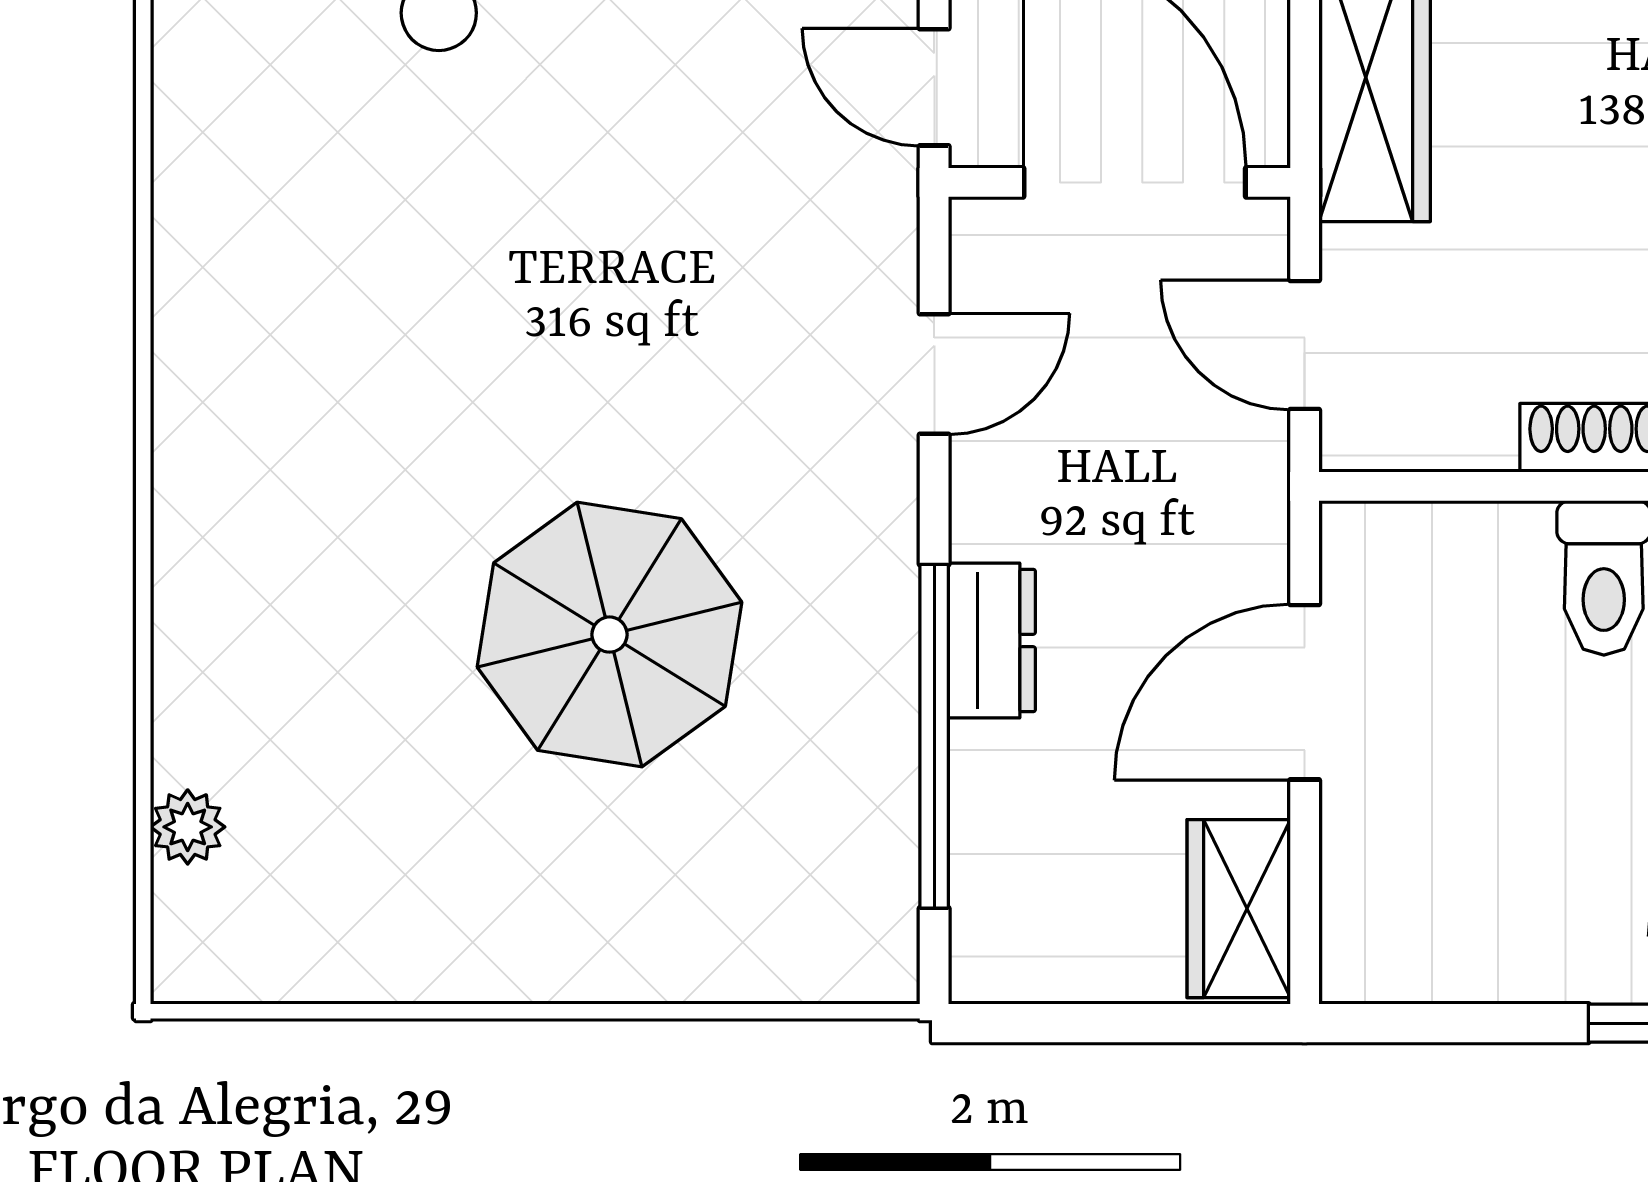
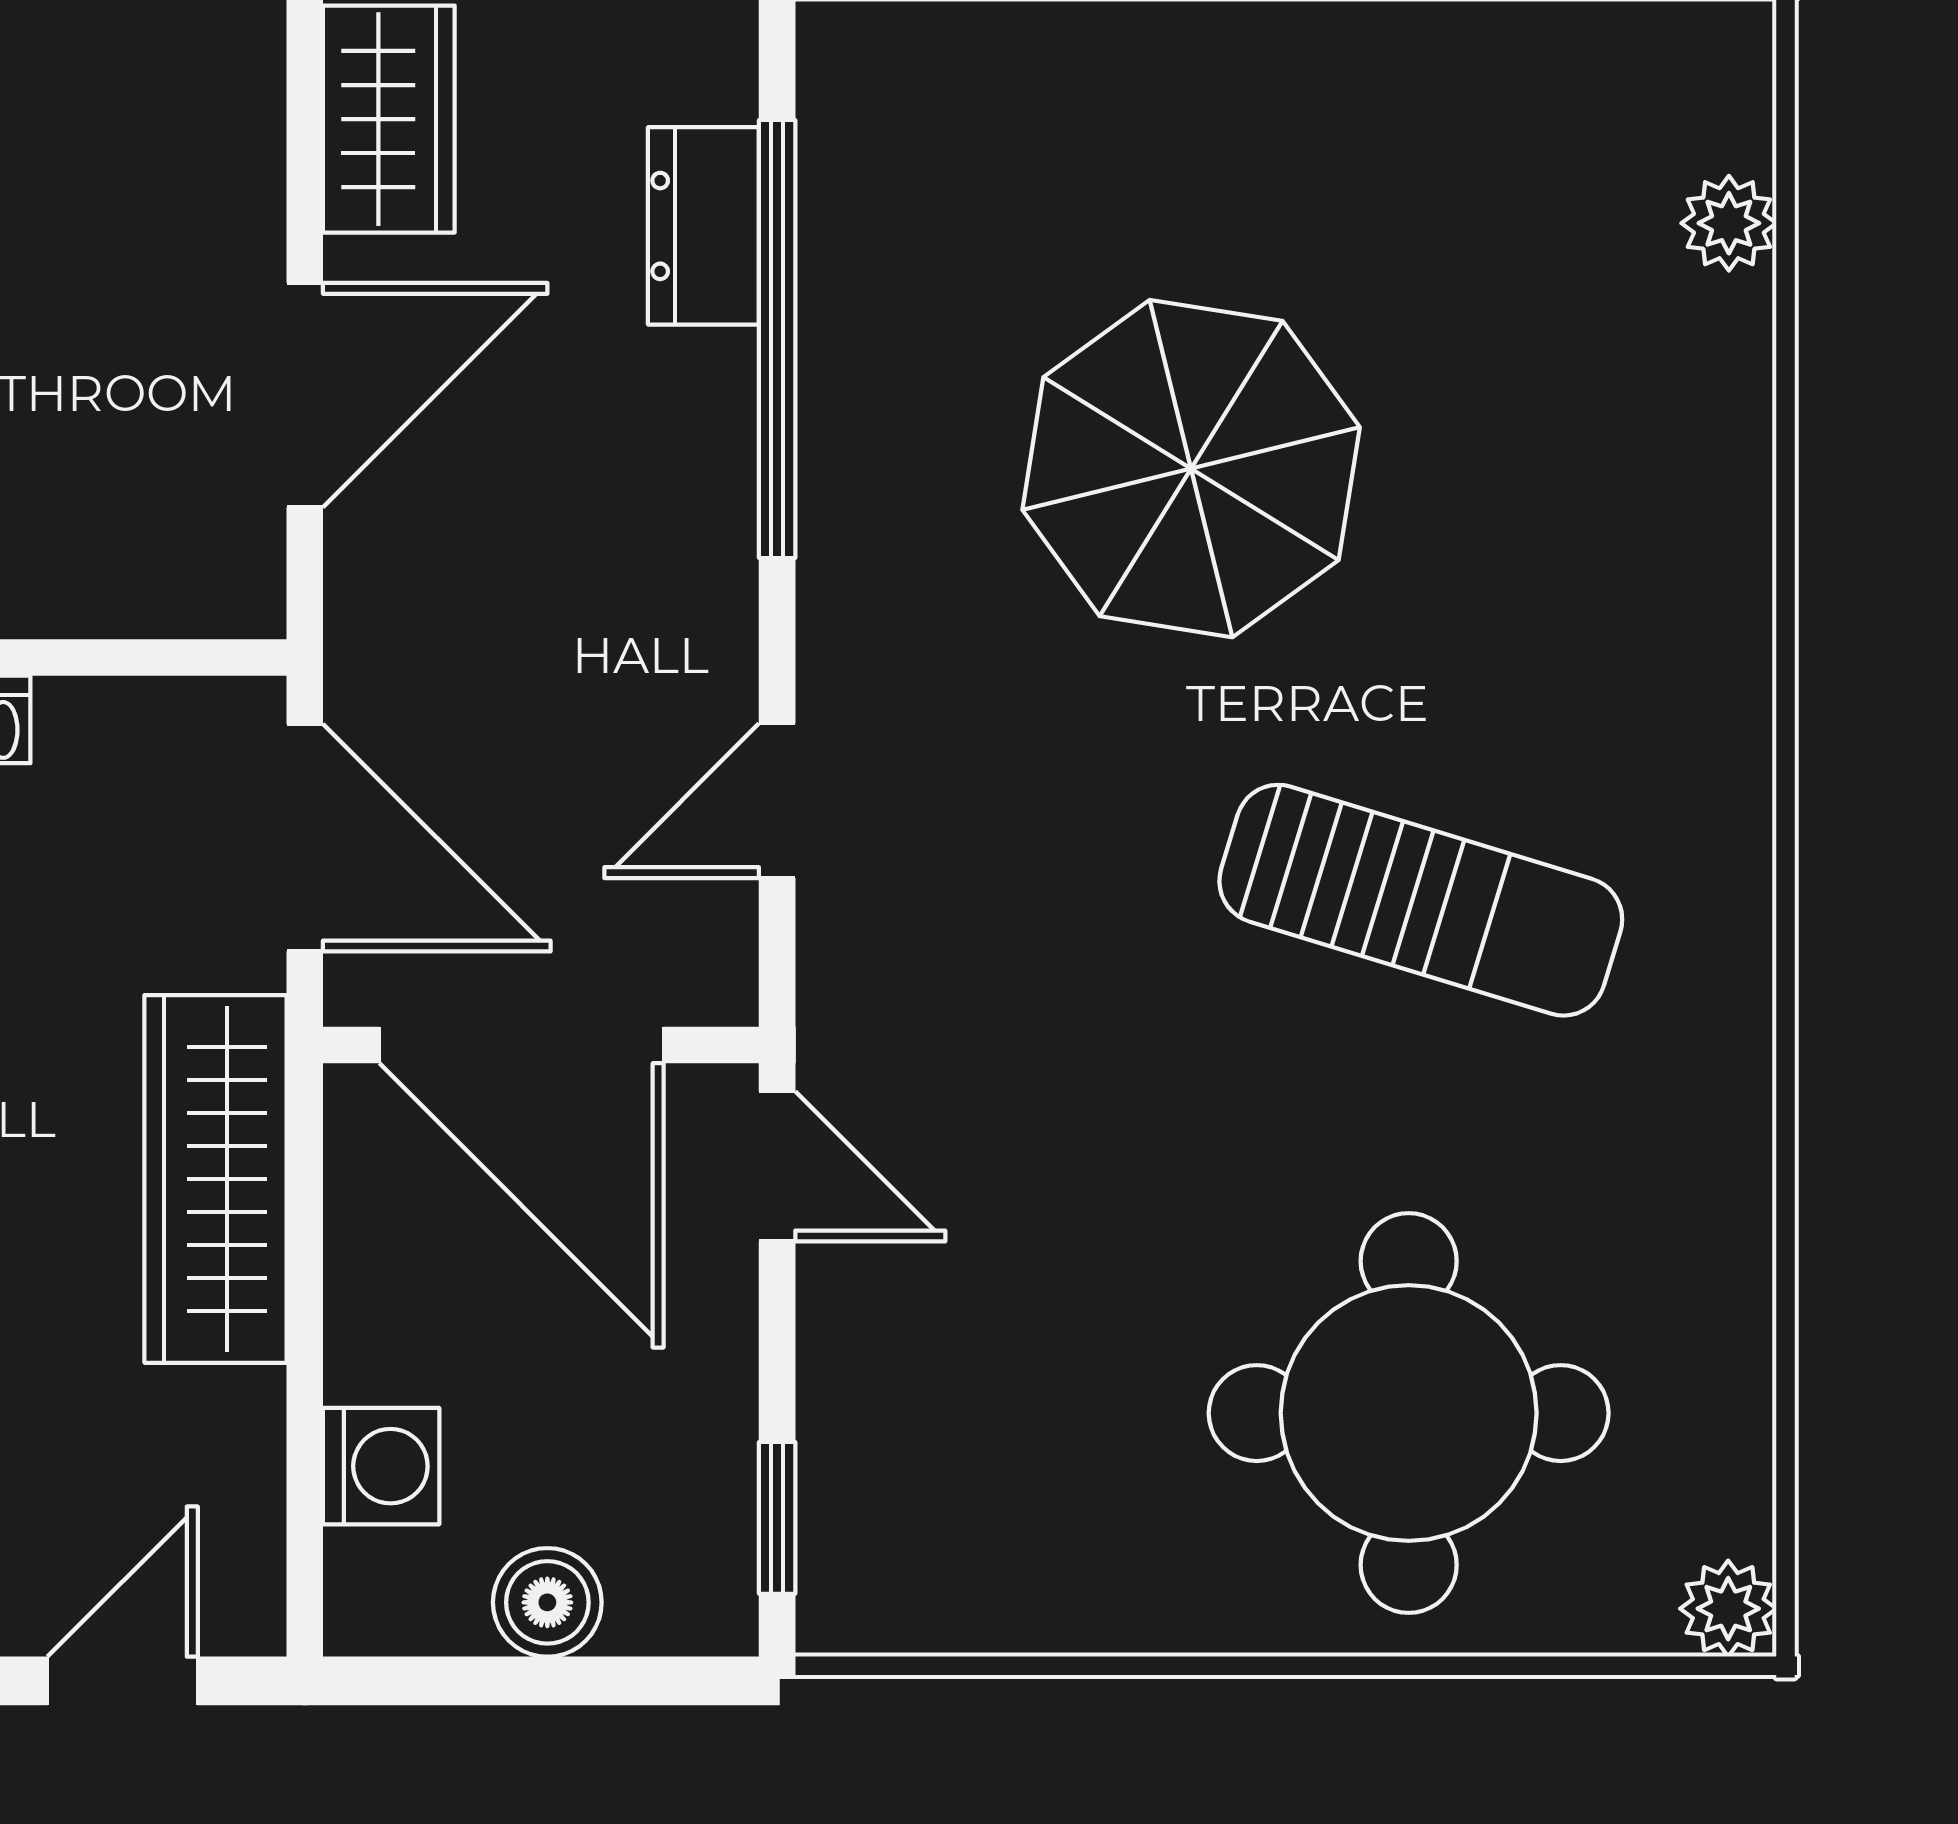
sun lounger: (429, 296) -> (1421, 900), added
door: (1305, 345) -> (305, 838), width x1.37
dresser: (992, 641) -> (703, 226), moved

